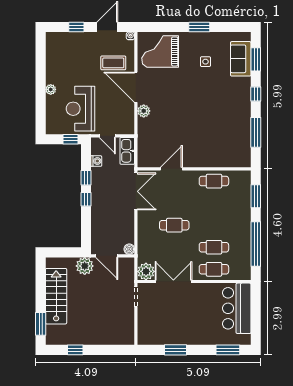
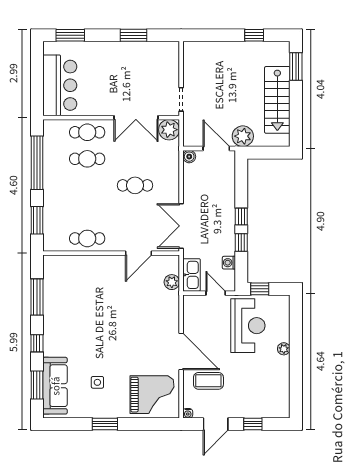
sofa: (241, 59) -> (55, 386), width x1.36
plant: (144, 111) -> (172, 282), moved

